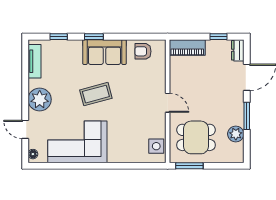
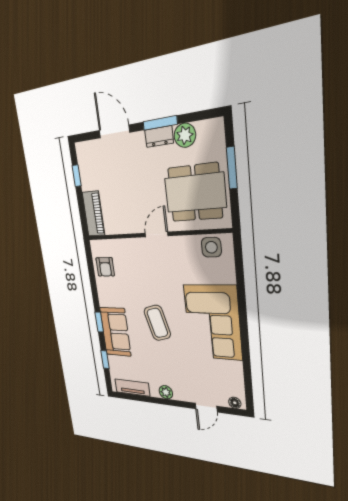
dresser: (238, 50) -> (159, 137), moved
sofa: (105, 52) -> (115, 332), moved
plant: (40, 99) -> (166, 392), width x0.53, depth x0.53
dining table: (196, 137) -> (195, 193), width x1.38
corner sofa: (77, 142) -> (213, 322), moved
window: (189, 166) -> (232, 168), moved

